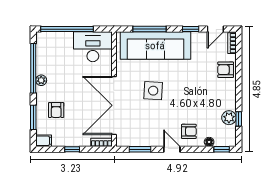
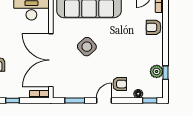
side table: (153, 91) -> (87, 47), turned 45
door: (172, 149) -> (104, 100), hinge flipped

